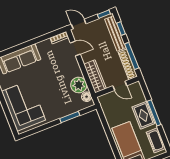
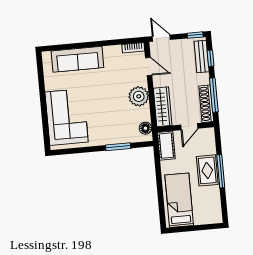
bench: (115, 33) -> (202, 56), width x0.73
plant: (79, 85) -> (139, 96), moved
door: (120, 86) -> (189, 127), hinge flipped
cot: (156, 140) -> (166, 146), moved

